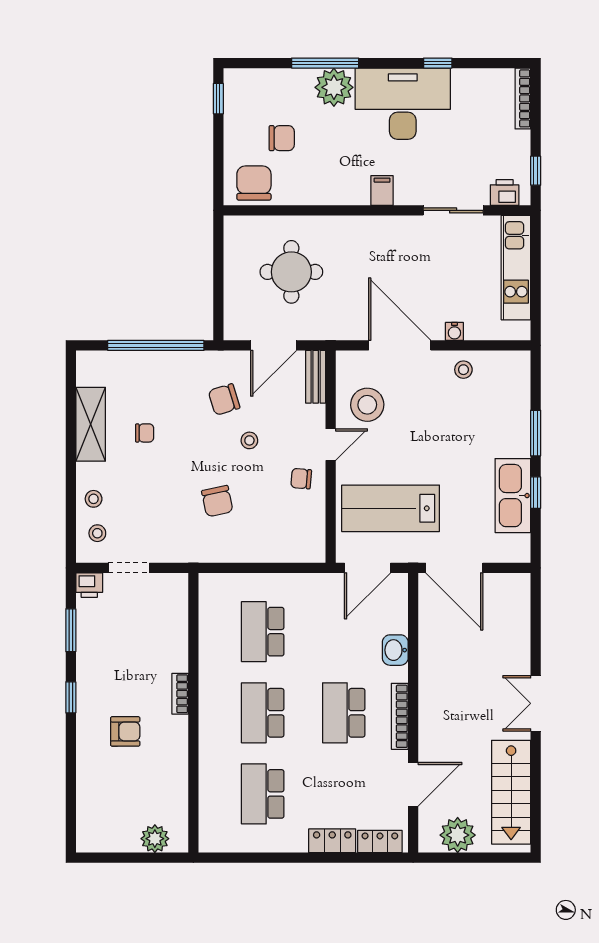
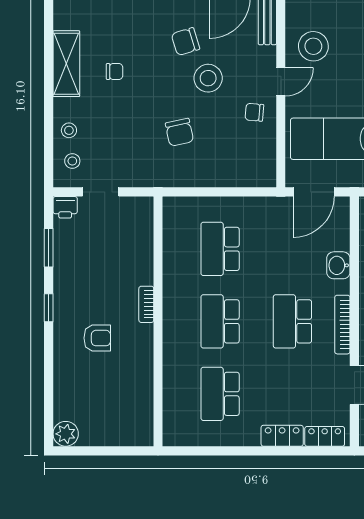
stool: (249, 440) -> (208, 78), width x1.89, depth x1.89
plant: (155, 839) -> (66, 434), moved

